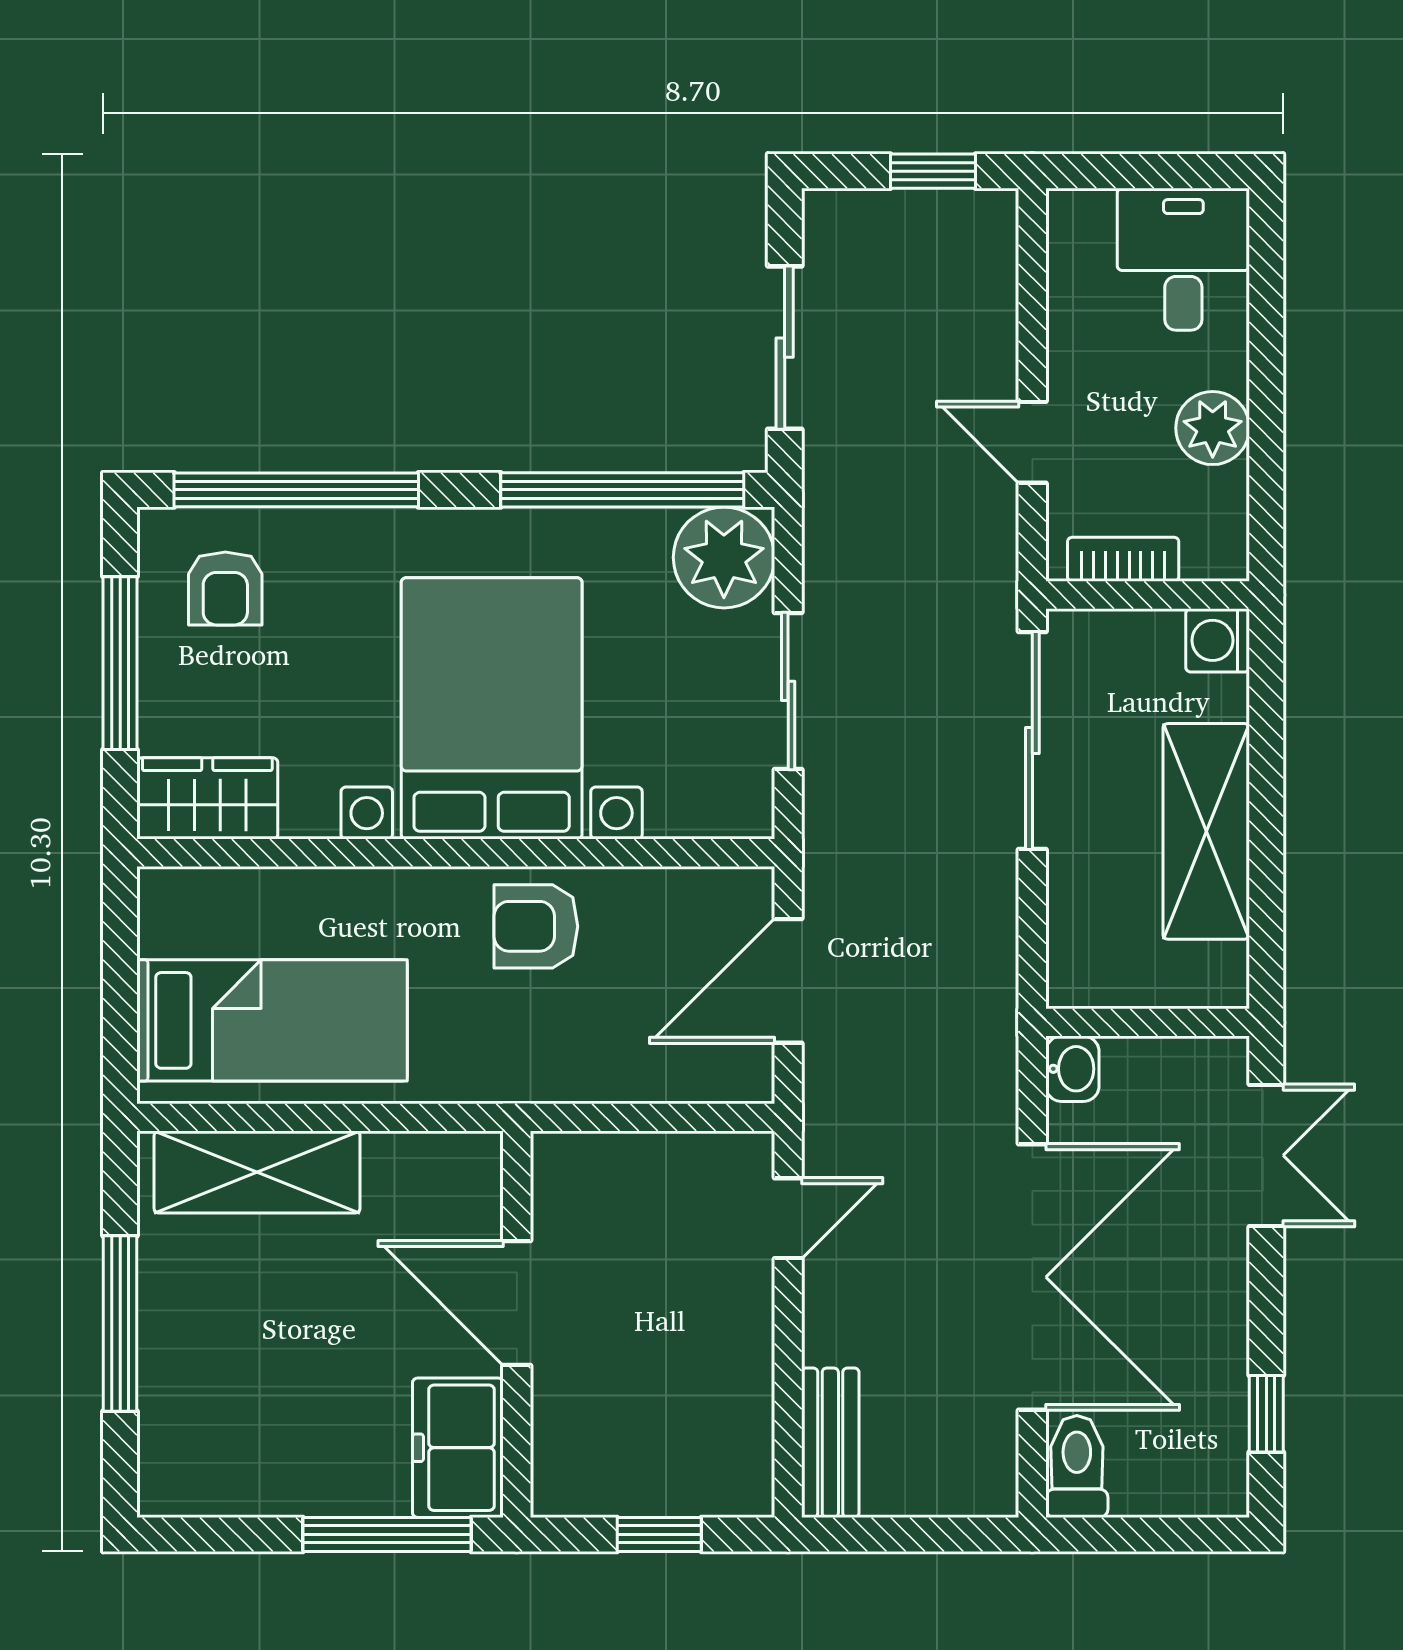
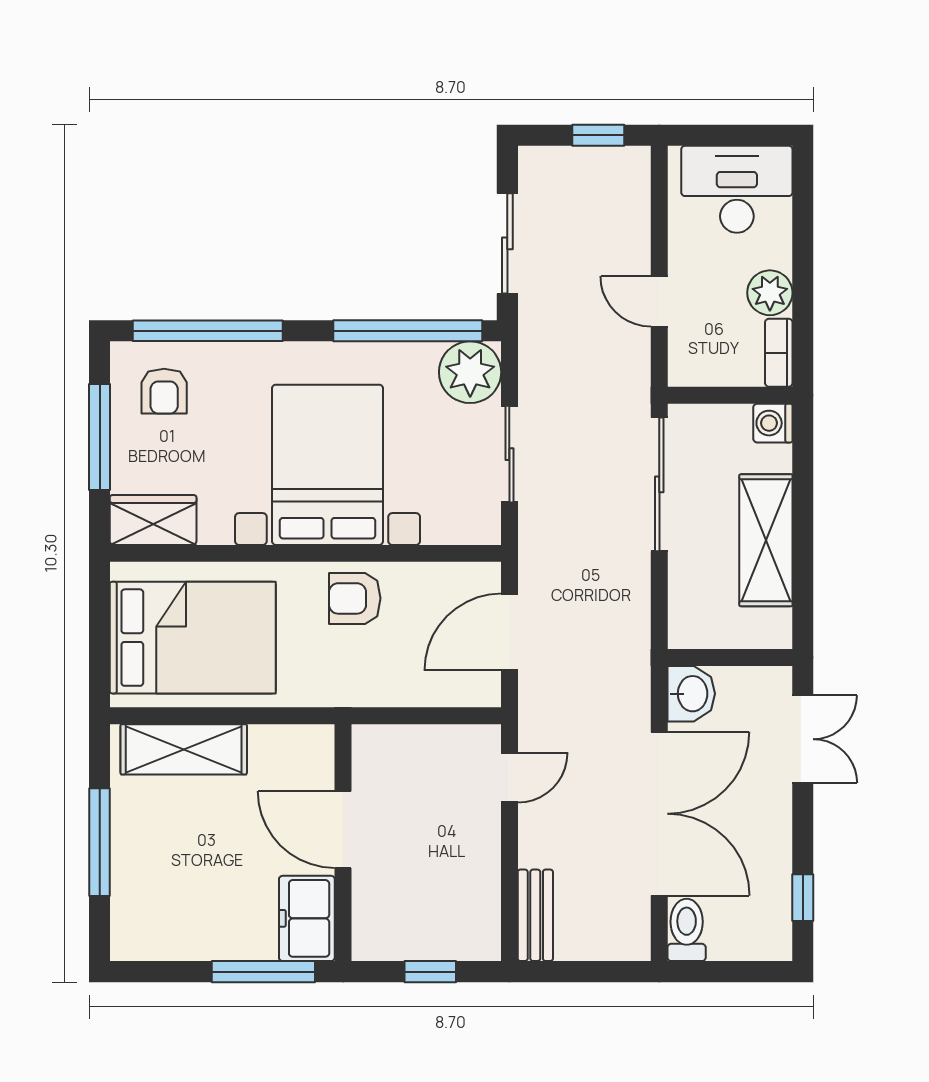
desk: (1183, 259) -> (737, 189), width x1.37
bookcase: (1123, 559) -> (779, 353), moved, turned -90
bed: (272, 1020) -> (193, 638), width x1.50
washbasin: (1072, 1069) -> (691, 694), width x1.38, depth x1.45

